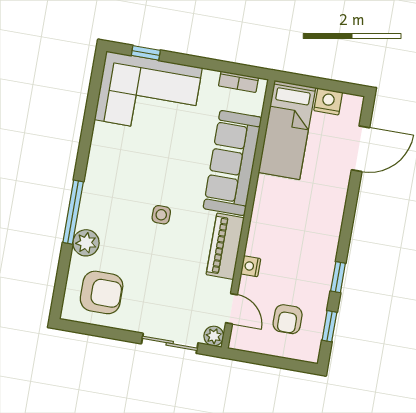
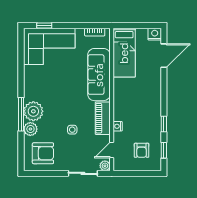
nightstand: (328, 101) -> (155, 34), moved
plant: (97, 211) -> (33, 111), added
side table: (161, 215) -> (72, 130), moved
door: (231, 309) -> (112, 150), swing flipped

